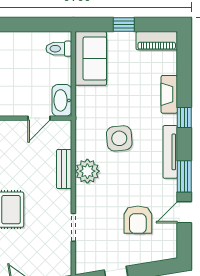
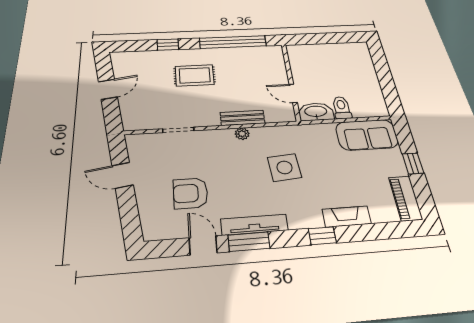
toilet: (59, 49) -> (342, 108), moved
tv unit: (170, 152) -> (254, 225), moved
plant: (87, 171) -> (242, 134), width x0.53, depth x0.53

